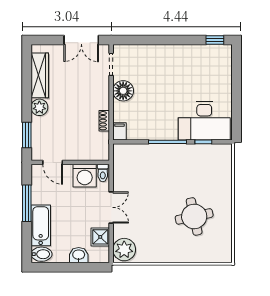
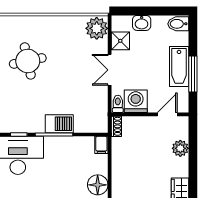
plant: (39, 107) -> (180, 148), moved
shoe rack: (104, 121) -> (116, 126), moved
window: (27, 135) -> (193, 141), removed
barbecue: (162, 153) -> (59, 124), added
door: (53, 162) -> (167, 114), hinge flipped
bathtub: (41, 225) -> (179, 66), moved

